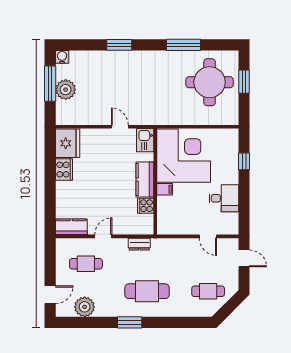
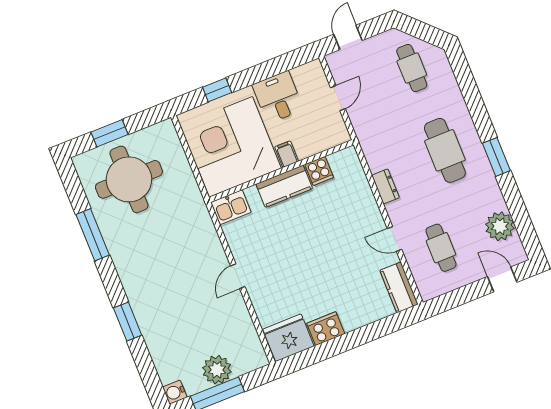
kitchen sink: (145, 140) -> (231, 207), moved
corner desk: (184, 156) -> (231, 147), moved
kitchen counter: (145, 180) -> (284, 186), moved
wall: (155, 182) -> (281, 171), moved
filing cabinet: (165, 189) -> (287, 154), moved
cooker: (146, 206) -> (319, 171), moved

